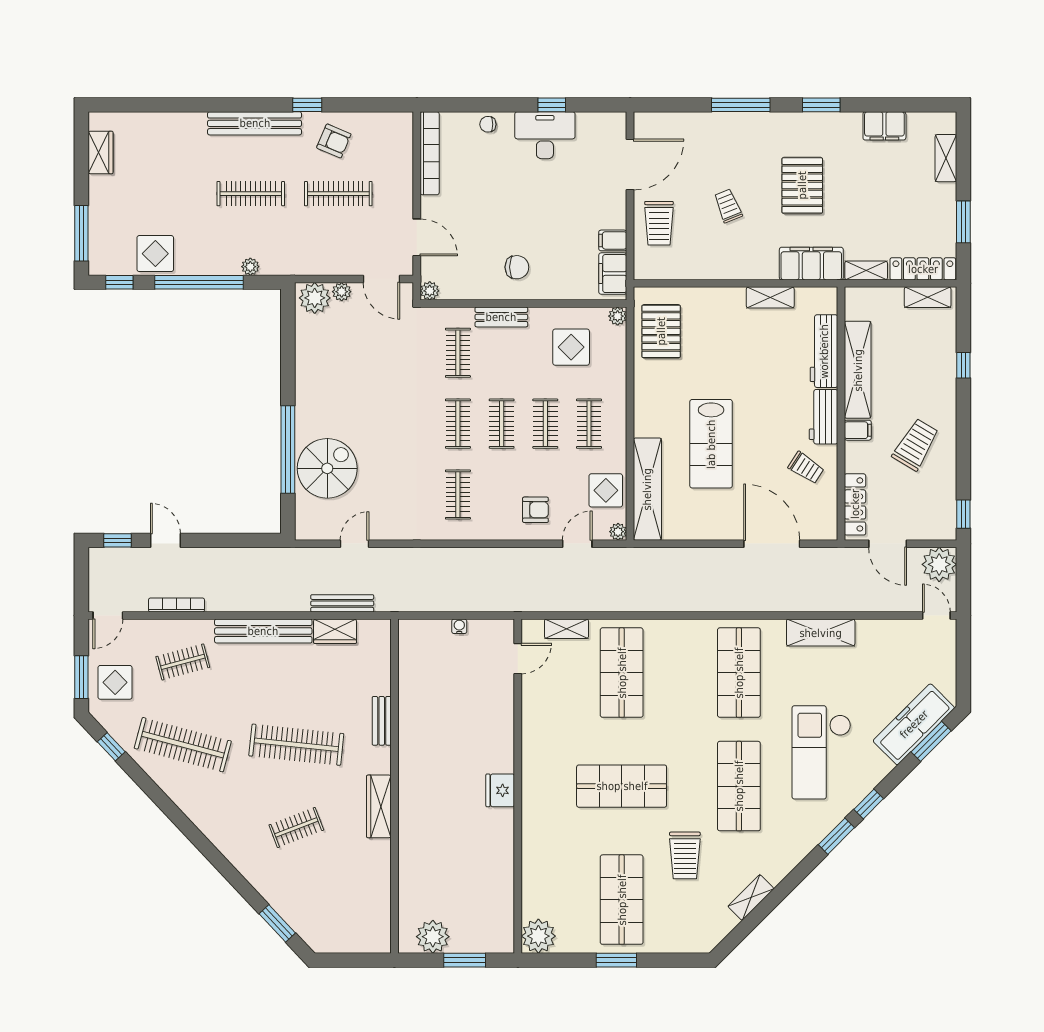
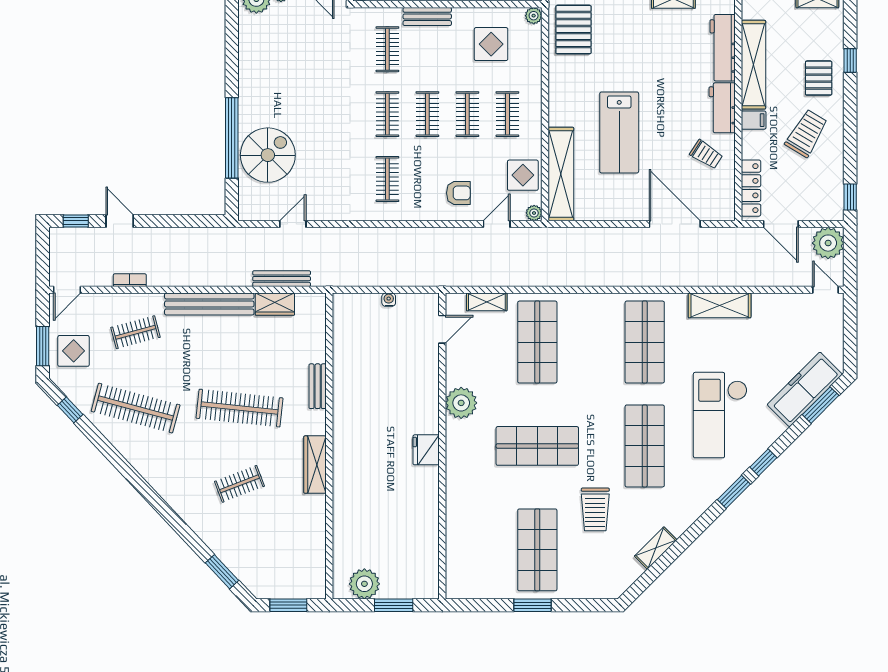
pallet: (929, 384) -> (819, 78), added
bookcase: (177, 605) -> (130, 280), width x0.64
plant: (538, 936) -> (461, 403), moved
window: (350, 960) -> (288, 605), added

